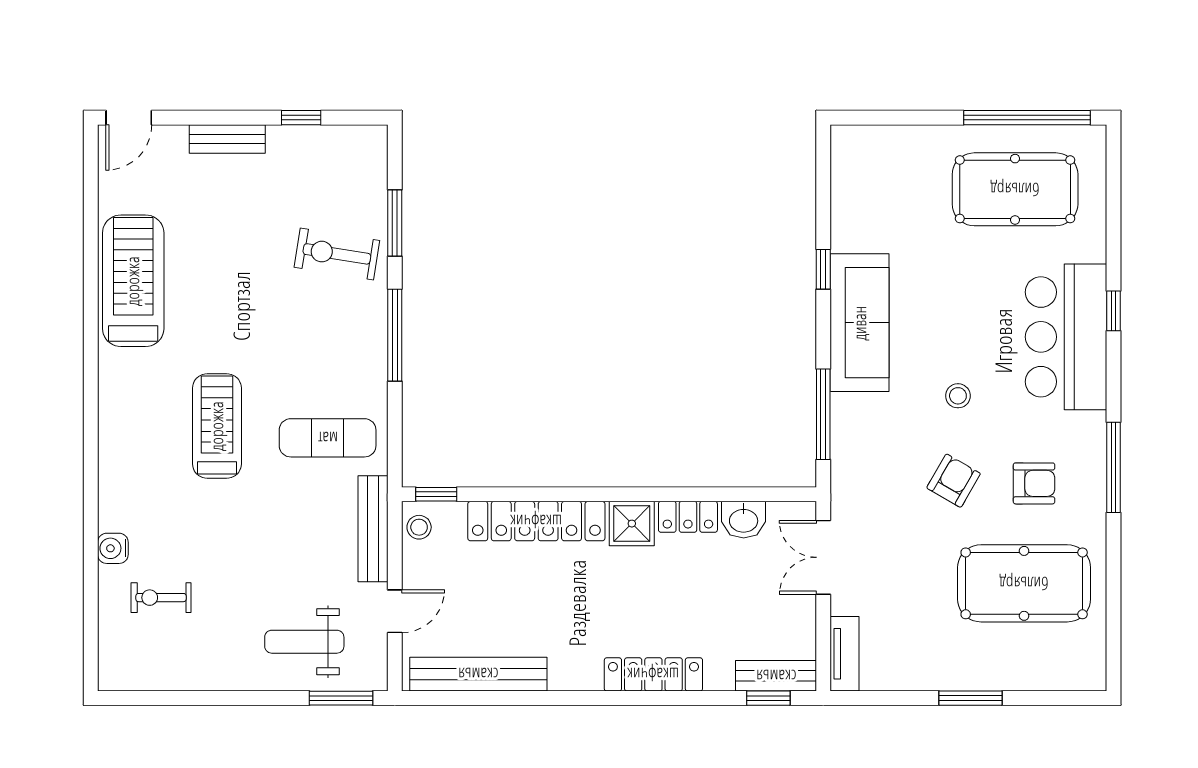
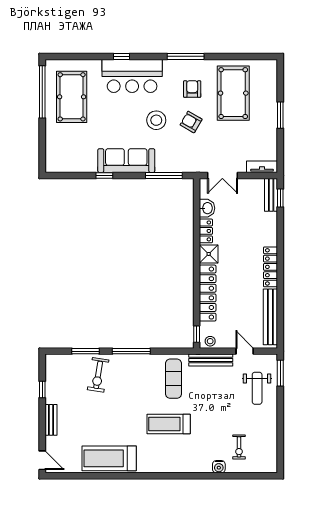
stool: (958, 396) -> (156, 120), width x1.89, depth x1.89
locker: (653, 674) -> (271, 267), moved

